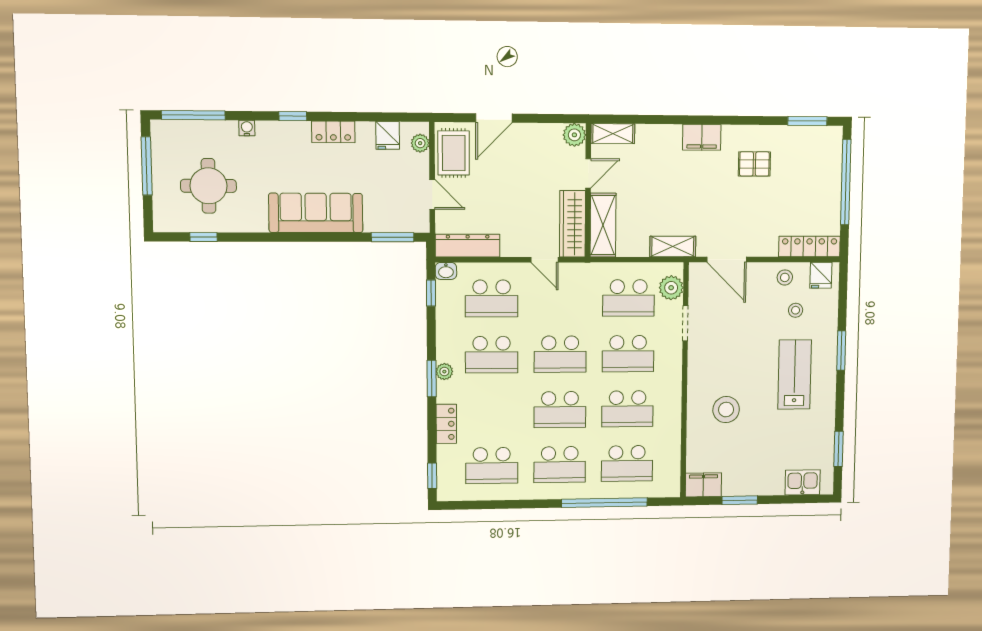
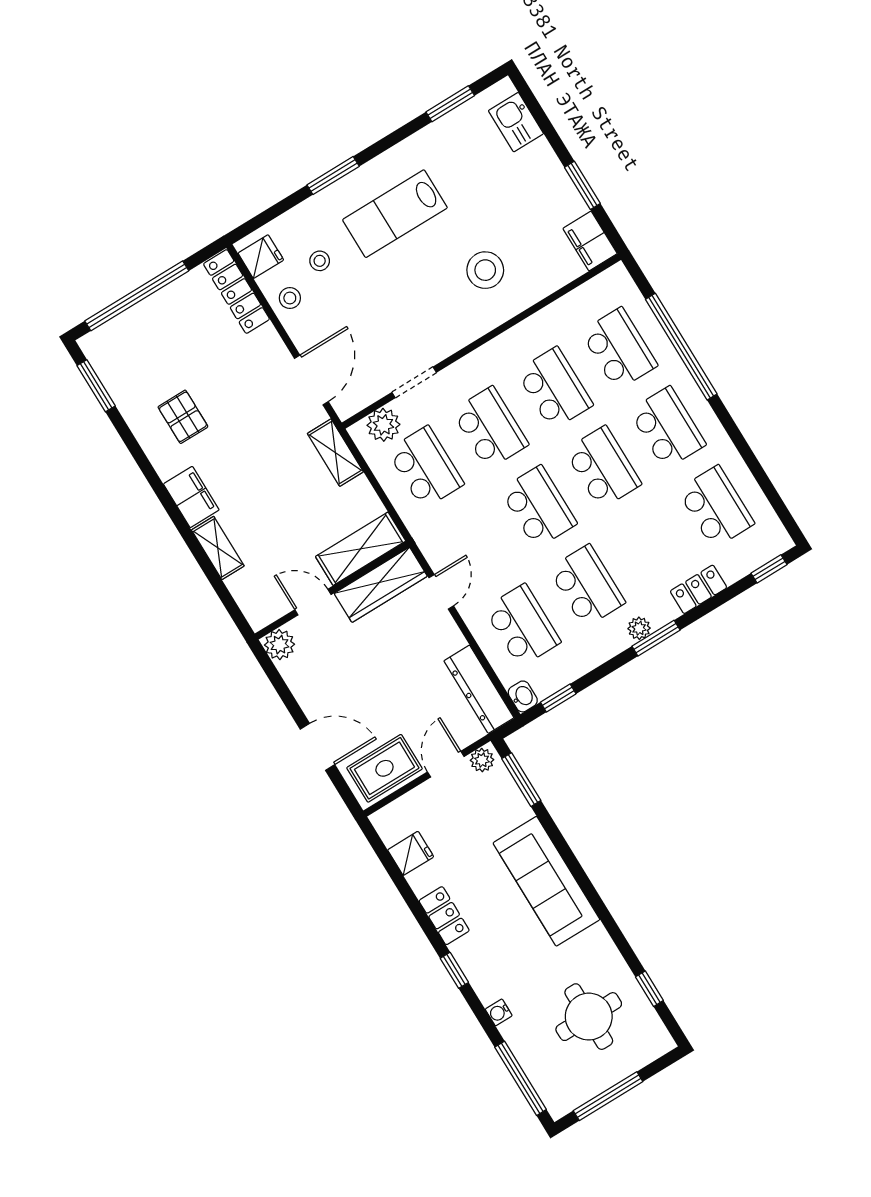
shelving: (613, 134) -> (218, 548), moved
plant: (420, 143) -> (482, 760), moved

